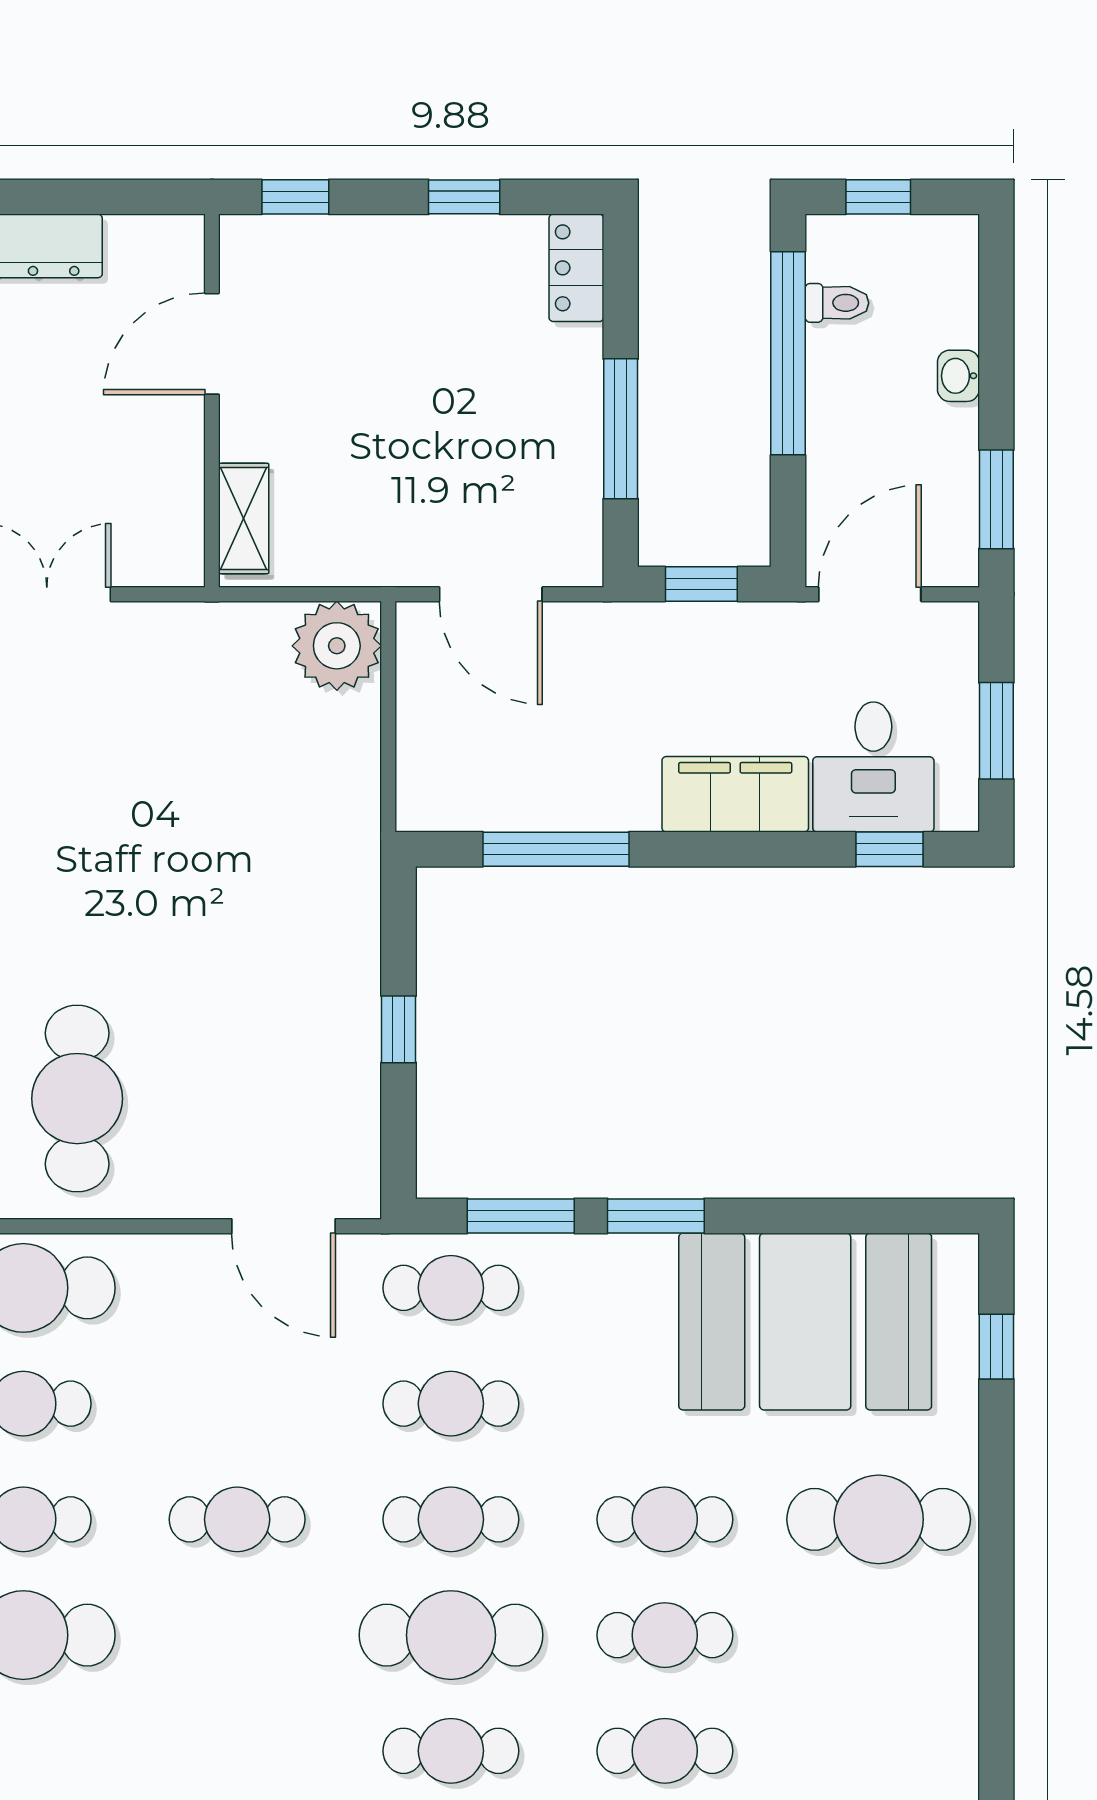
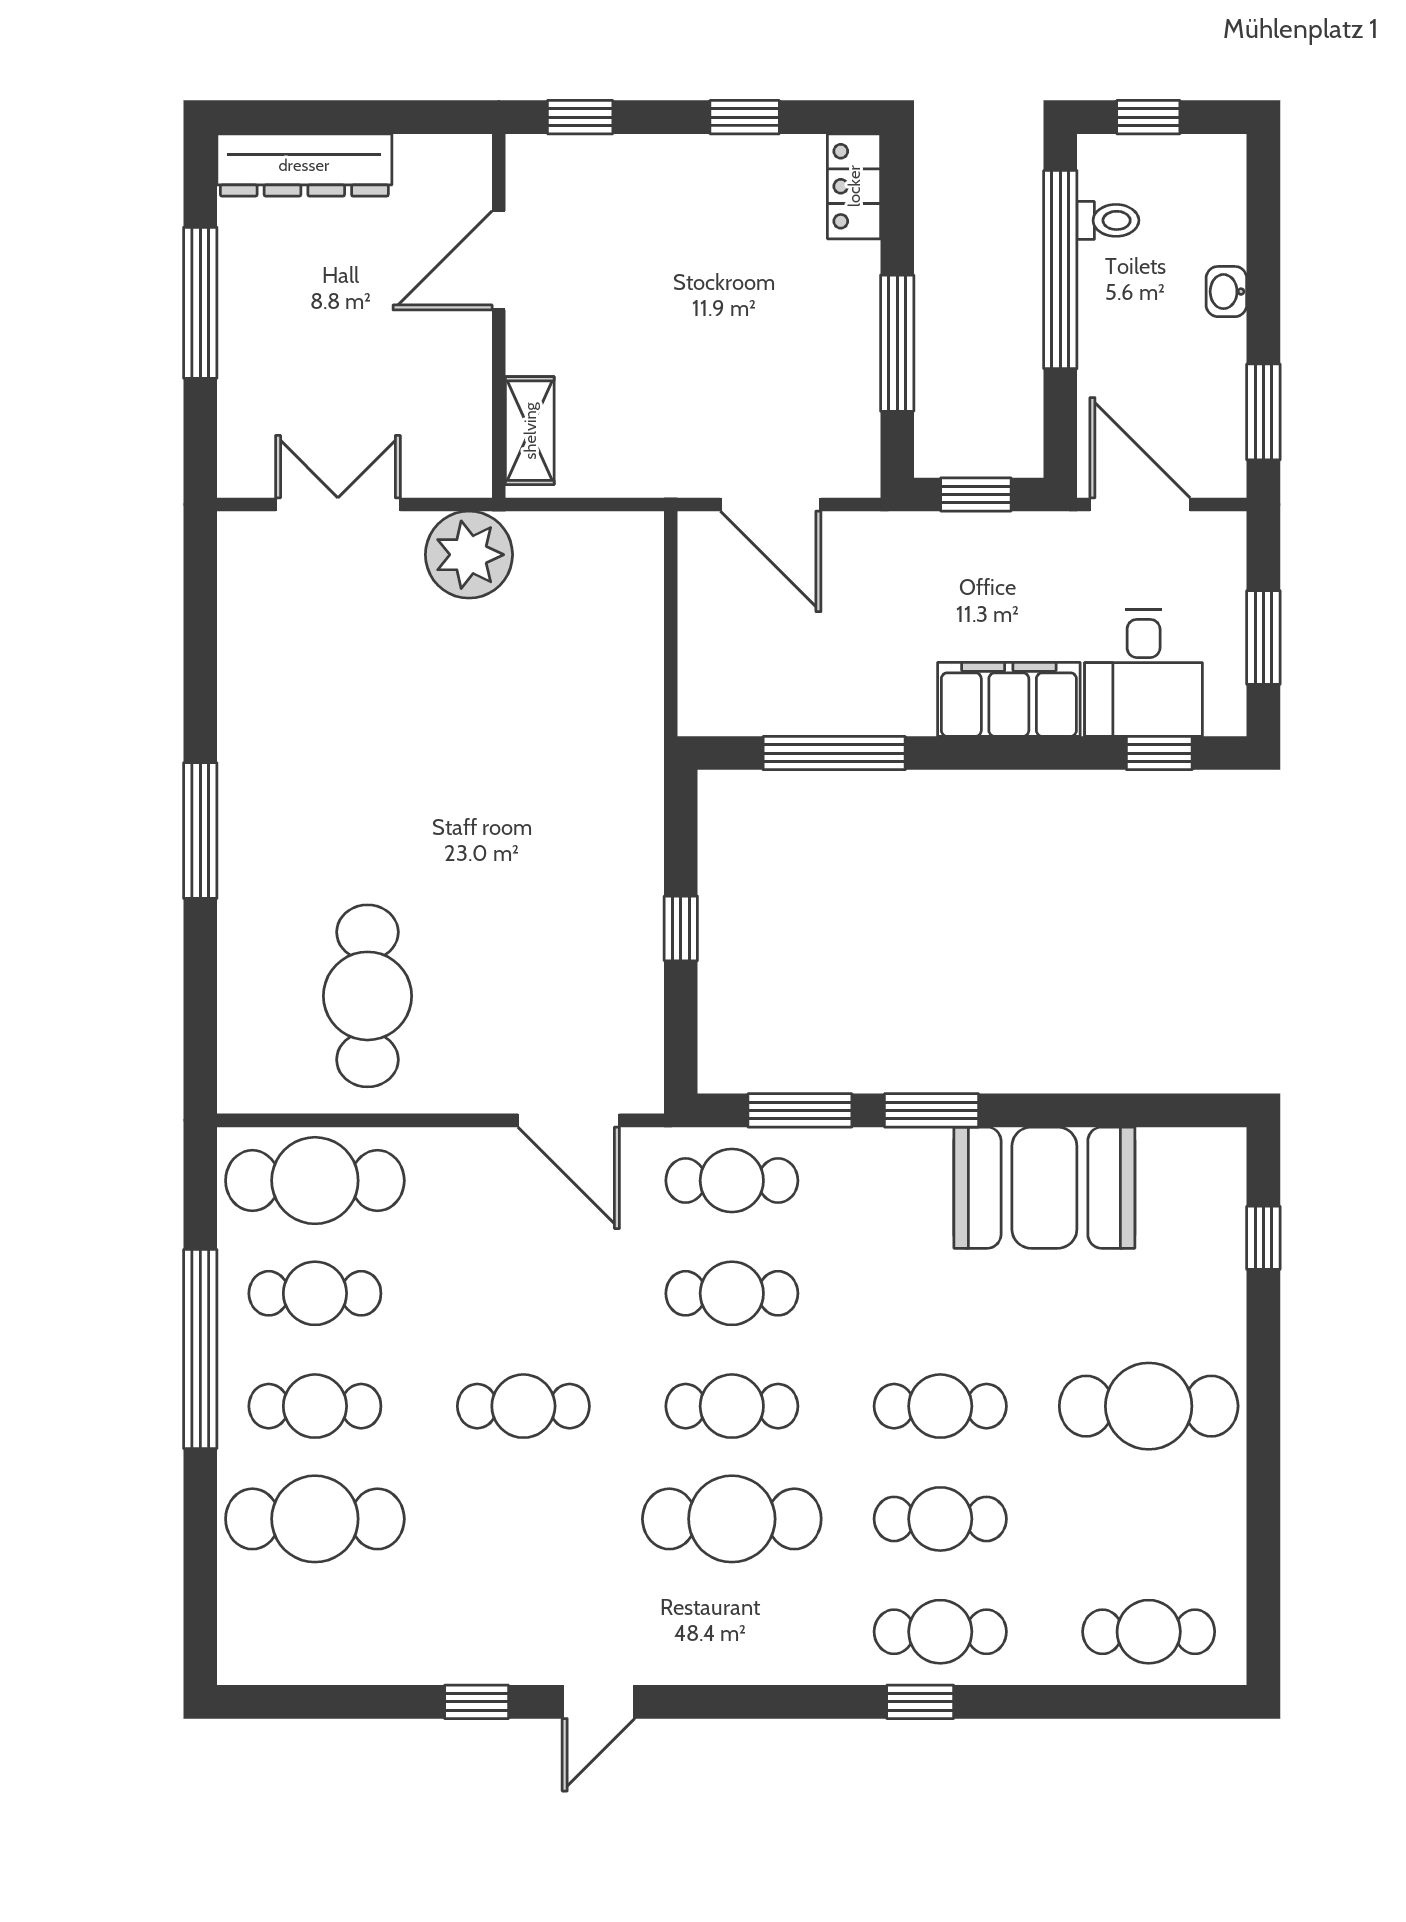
door: (870, 594) -> (1140, 504), hinge flipped
plant: (337, 646) -> (469, 555), moved
booth: (805, 1322) -> (1044, 1188), width x0.73, depth x0.70
cafe table: (451, 1751) -> (1149, 1632), moved

